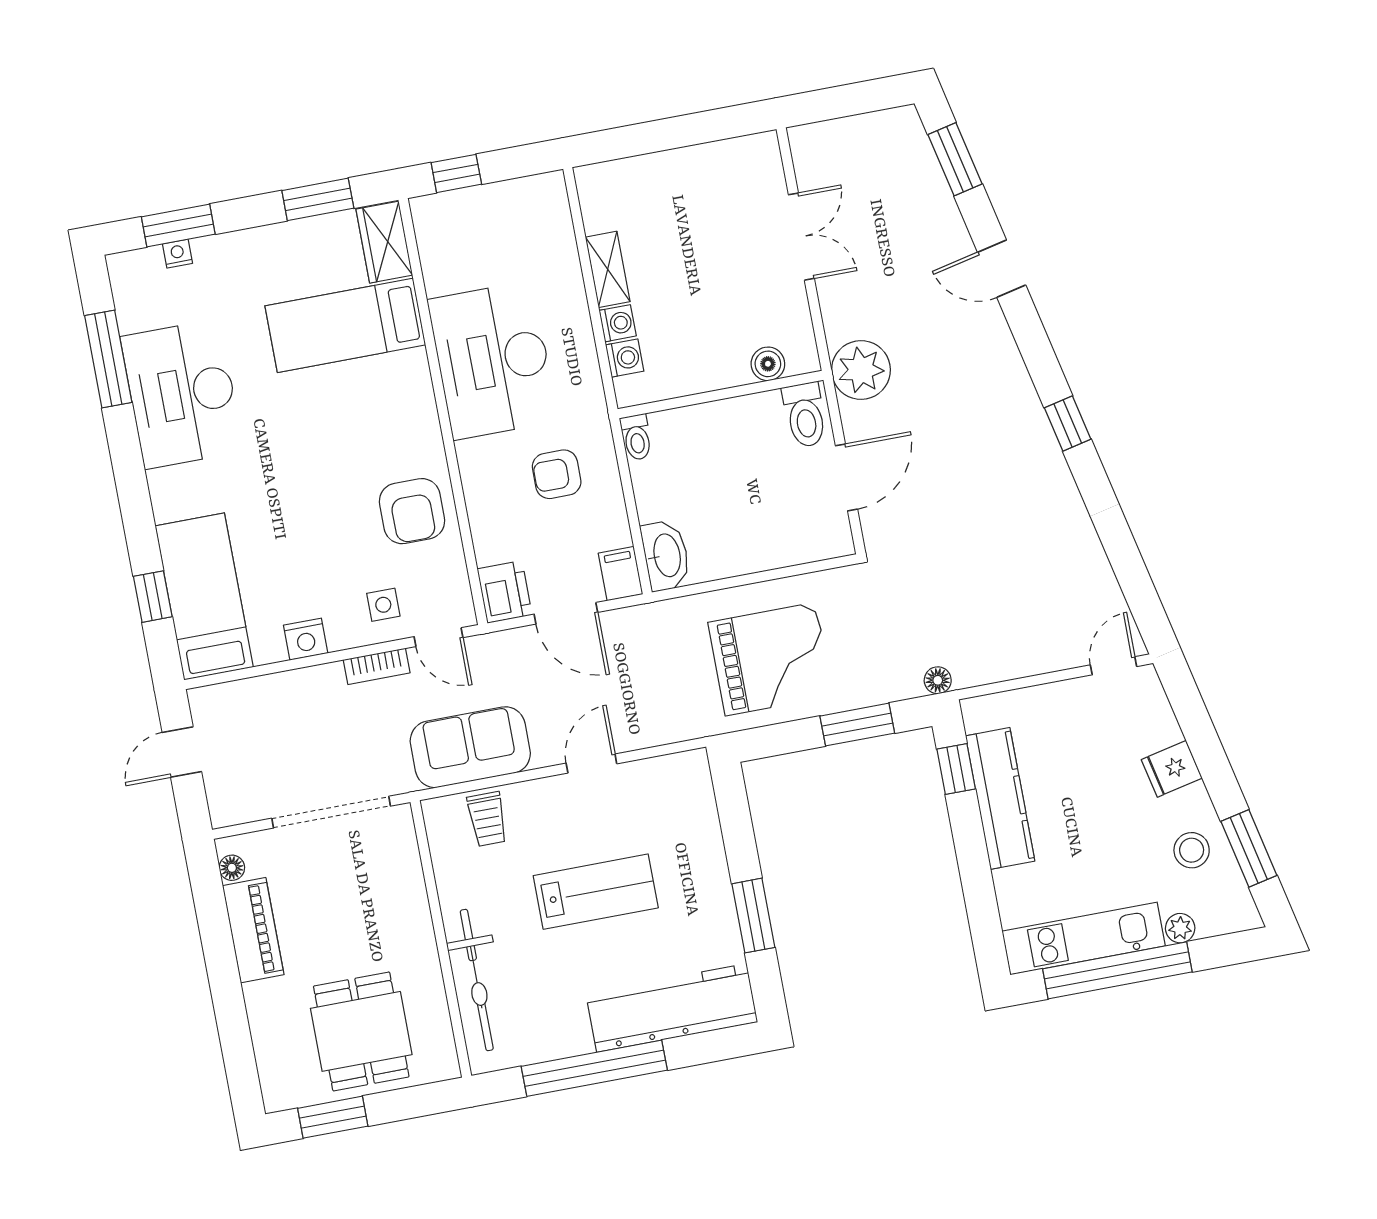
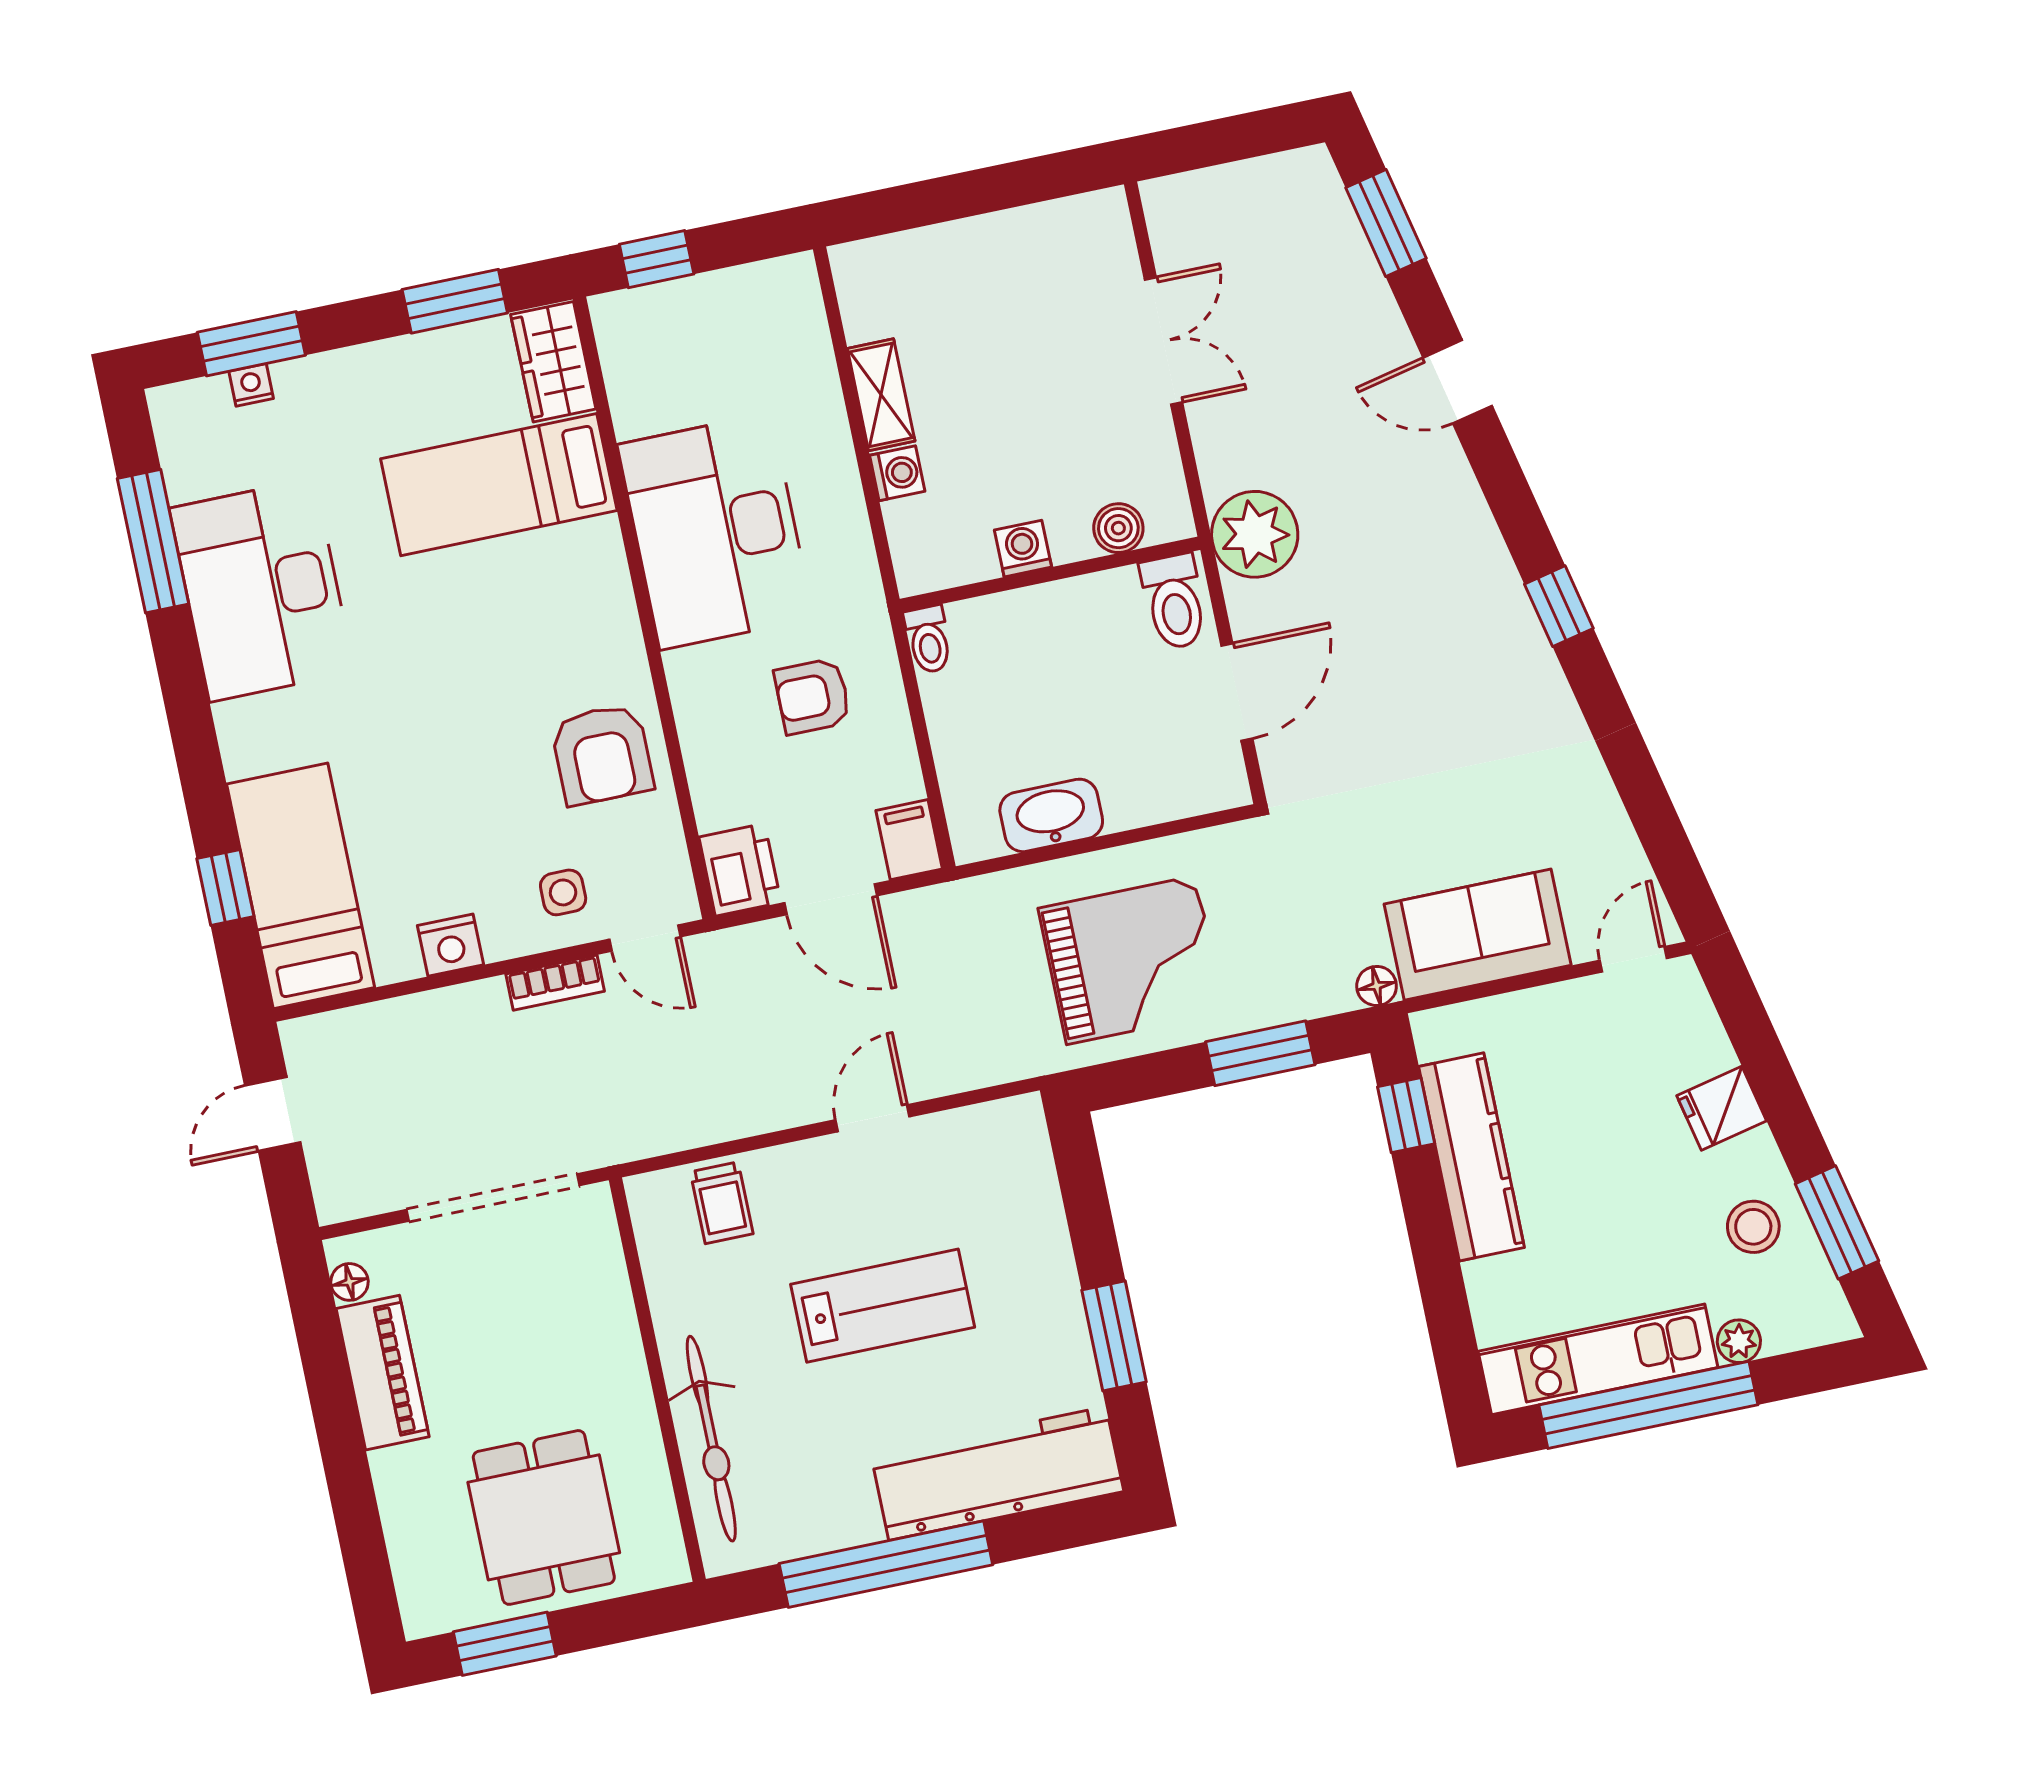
washing machine: (625, 358) -> (1023, 549), moved, turned -90
washbasin: (666, 556) -> (1051, 815), moved, turned -90
sofa: (470, 747) -> (1478, 935), moved

